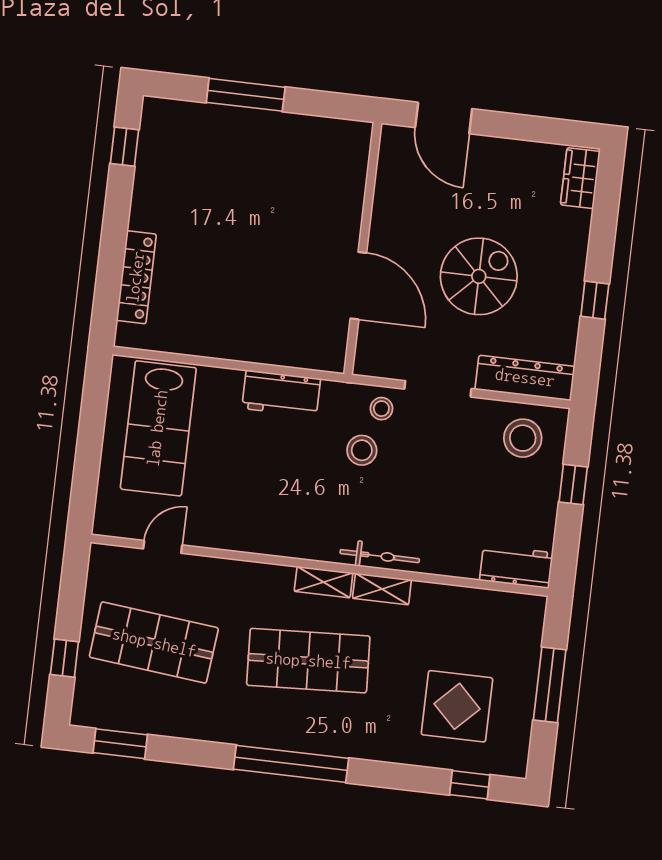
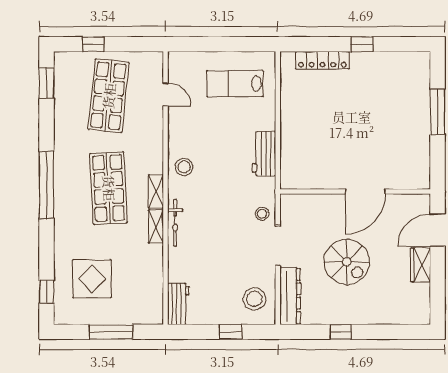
window: (124, 147) -> (362, 44), moved
wardrobe: (580, 178) -> (420, 265), moved, turned -90
door: (358, 286) -> (365, 192), moved
lab bench: (158, 428) -> (235, 84), width x0.73, depth x0.72
stool: (362, 450) -> (184, 167), moved

